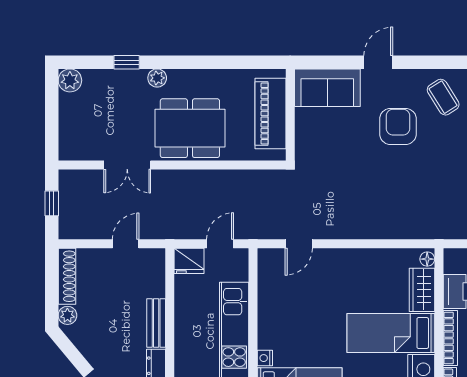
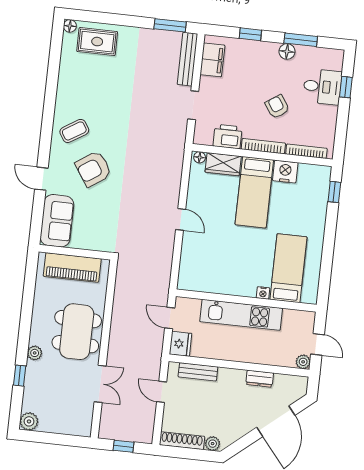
armchair: (398, 126) -> (93, 169), turned -34
door: (299, 244) -> (181, 219), moved
bench: (156, 323) -> (198, 372), moved

